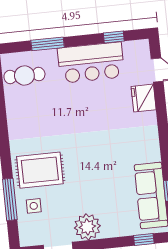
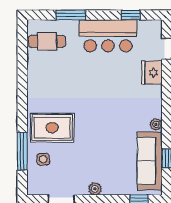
plant: (154, 155) -> (156, 124), added
plant: (87, 227) -> (95, 189), width x0.53, depth x0.53

